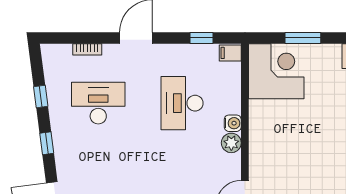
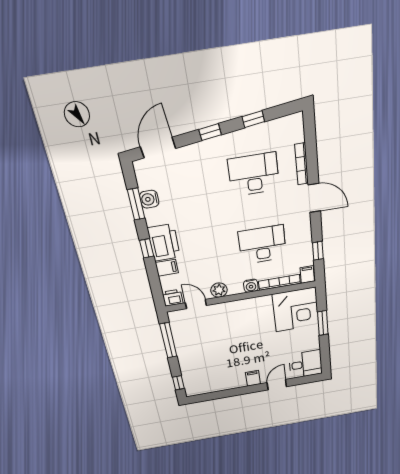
bookcase: (87, 49) -> (302, 164), width x1.56
bookcase: (235, 88) -> (279, 282), added
desk: (98, 103) -> (254, 174), turned -90
plant: (231, 143) -> (219, 290), moved

